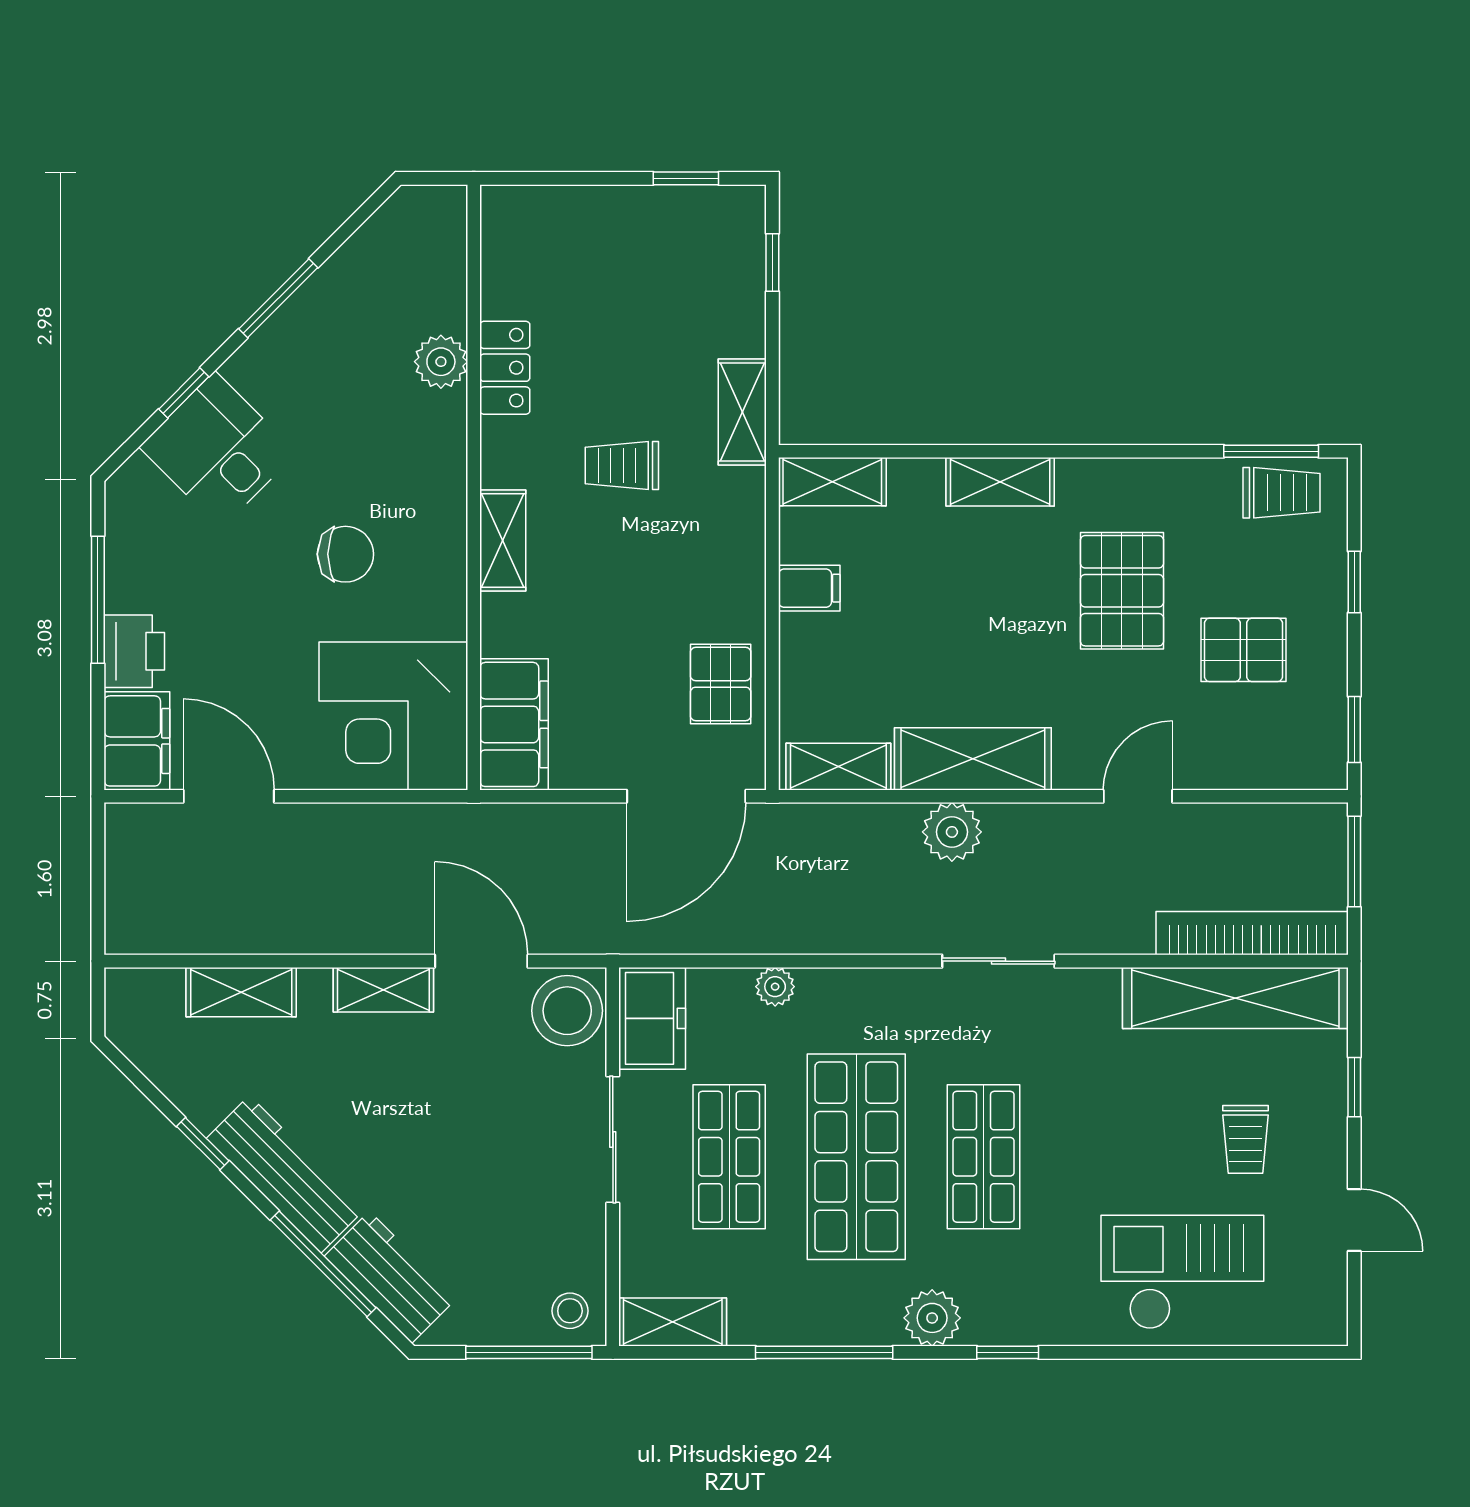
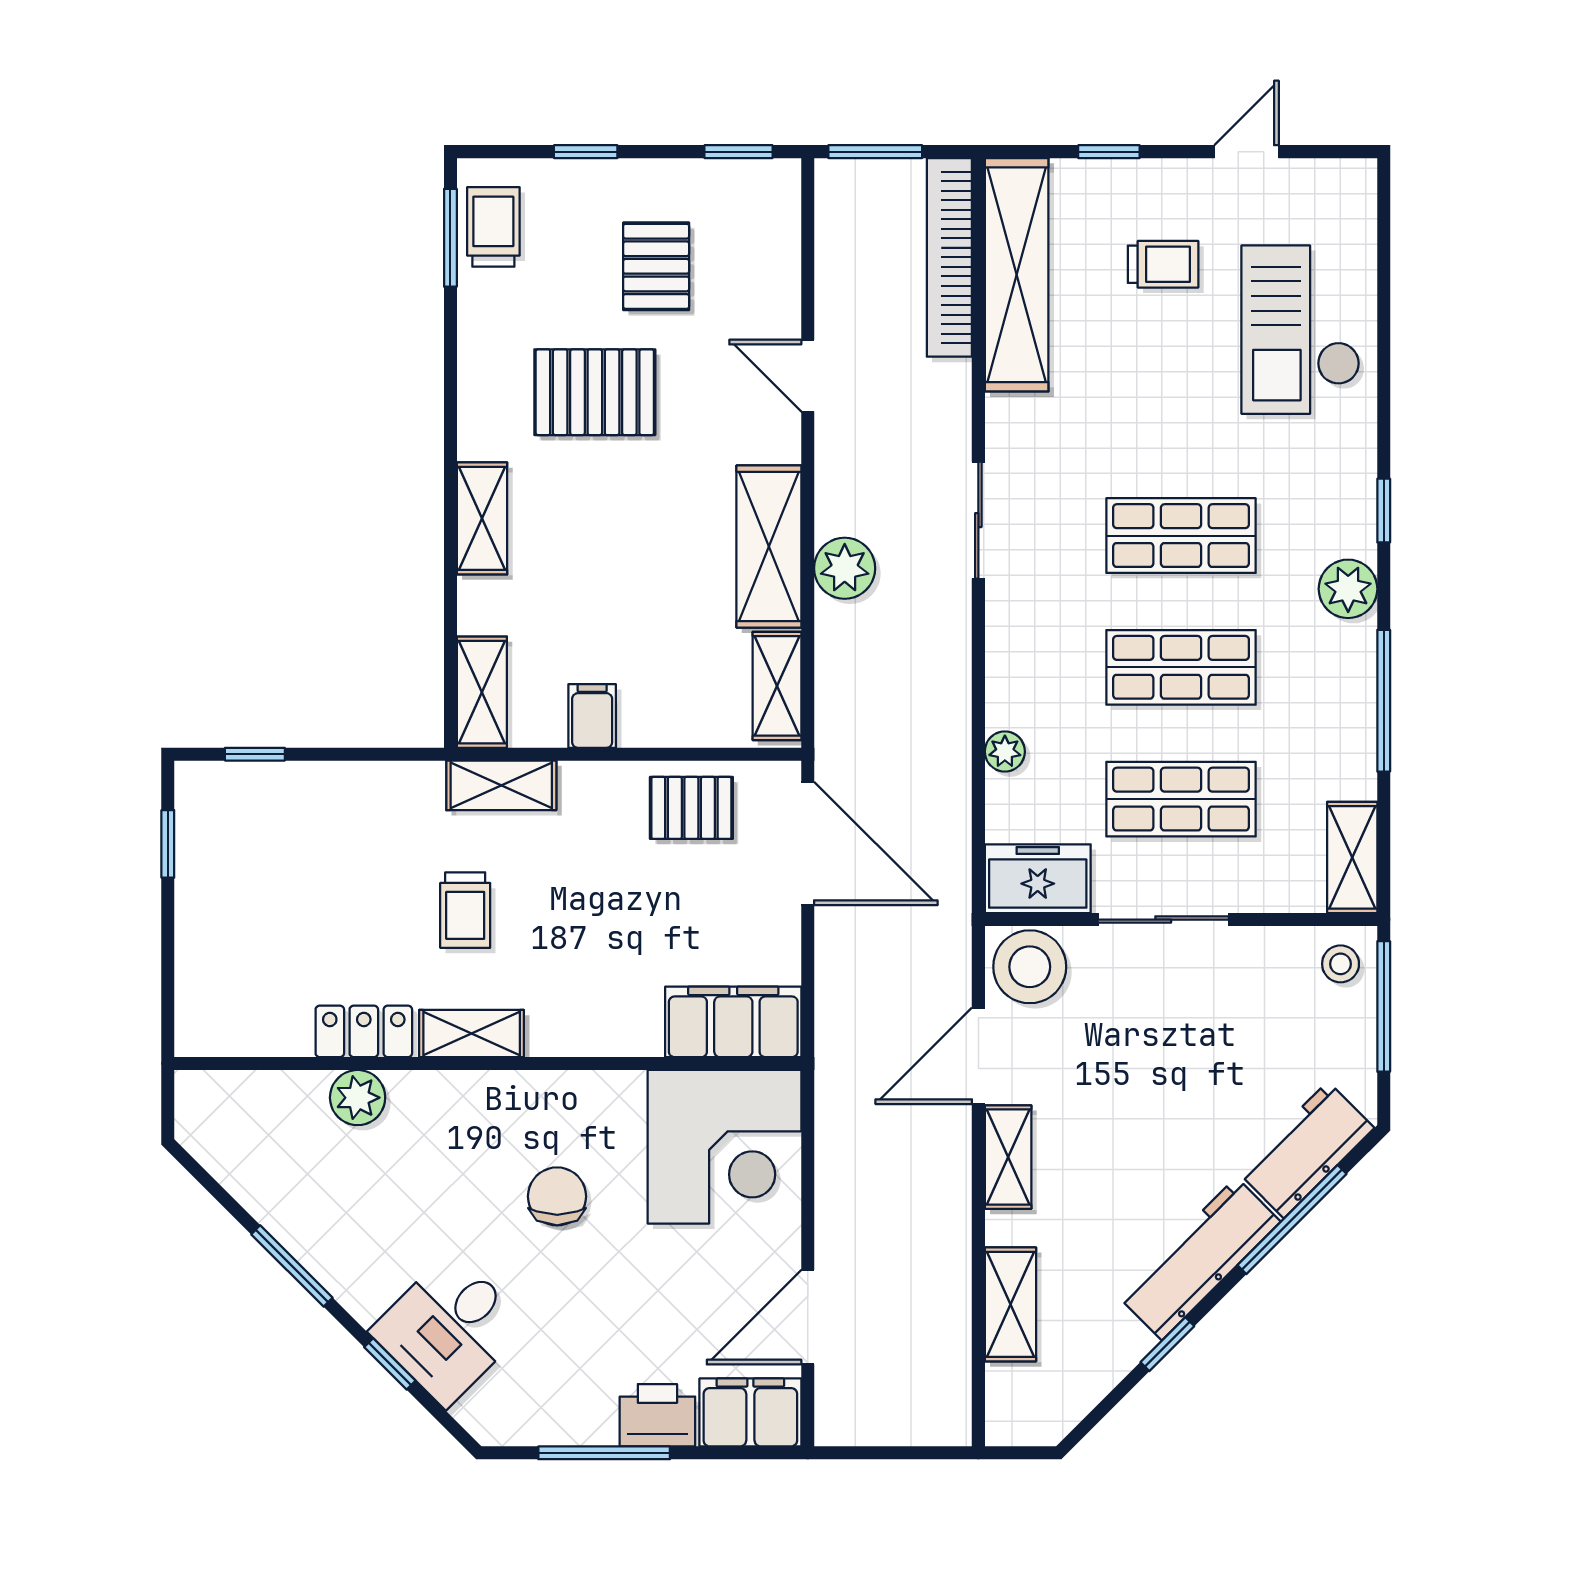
shelving: (742, 412) -> (501, 785), moved
shelving: (503, 540) -> (472, 1034), moved
shop shelf: (856, 1157) -> (1181, 667), width x0.70, depth x0.74

